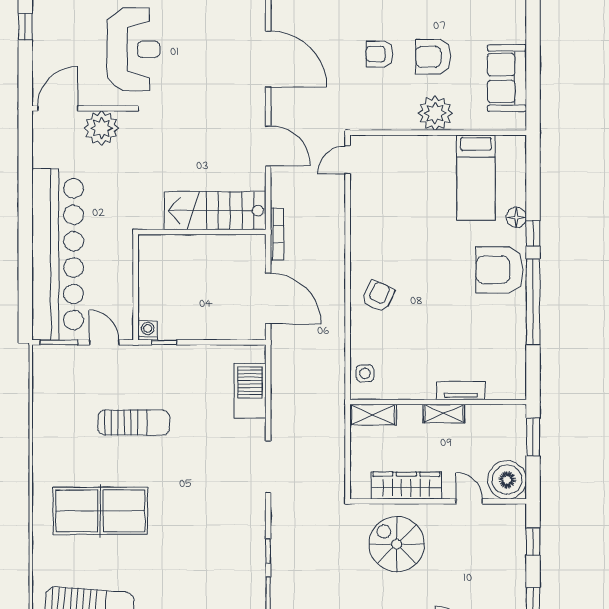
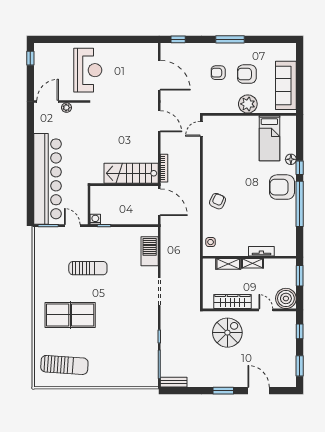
sofa: (507, 78) -> (286, 85), width x1.36
plant: (101, 128) -> (67, 108), width x0.53, depth x0.53
stairs: (215, 211) -> (131, 173), moved
wall: (202, 232) -> (124, 185), moved
shelving: (373, 415) -> (228, 264), moved
spiral stairs: (397, 544) -> (227, 333), turned 90

